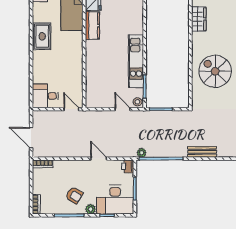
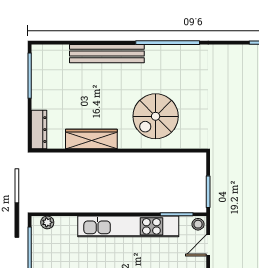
wardrobe: (199, 19) -> (91, 139), width x1.50
kitchen unit: (136, 61) -> (128, 226), width x1.36

